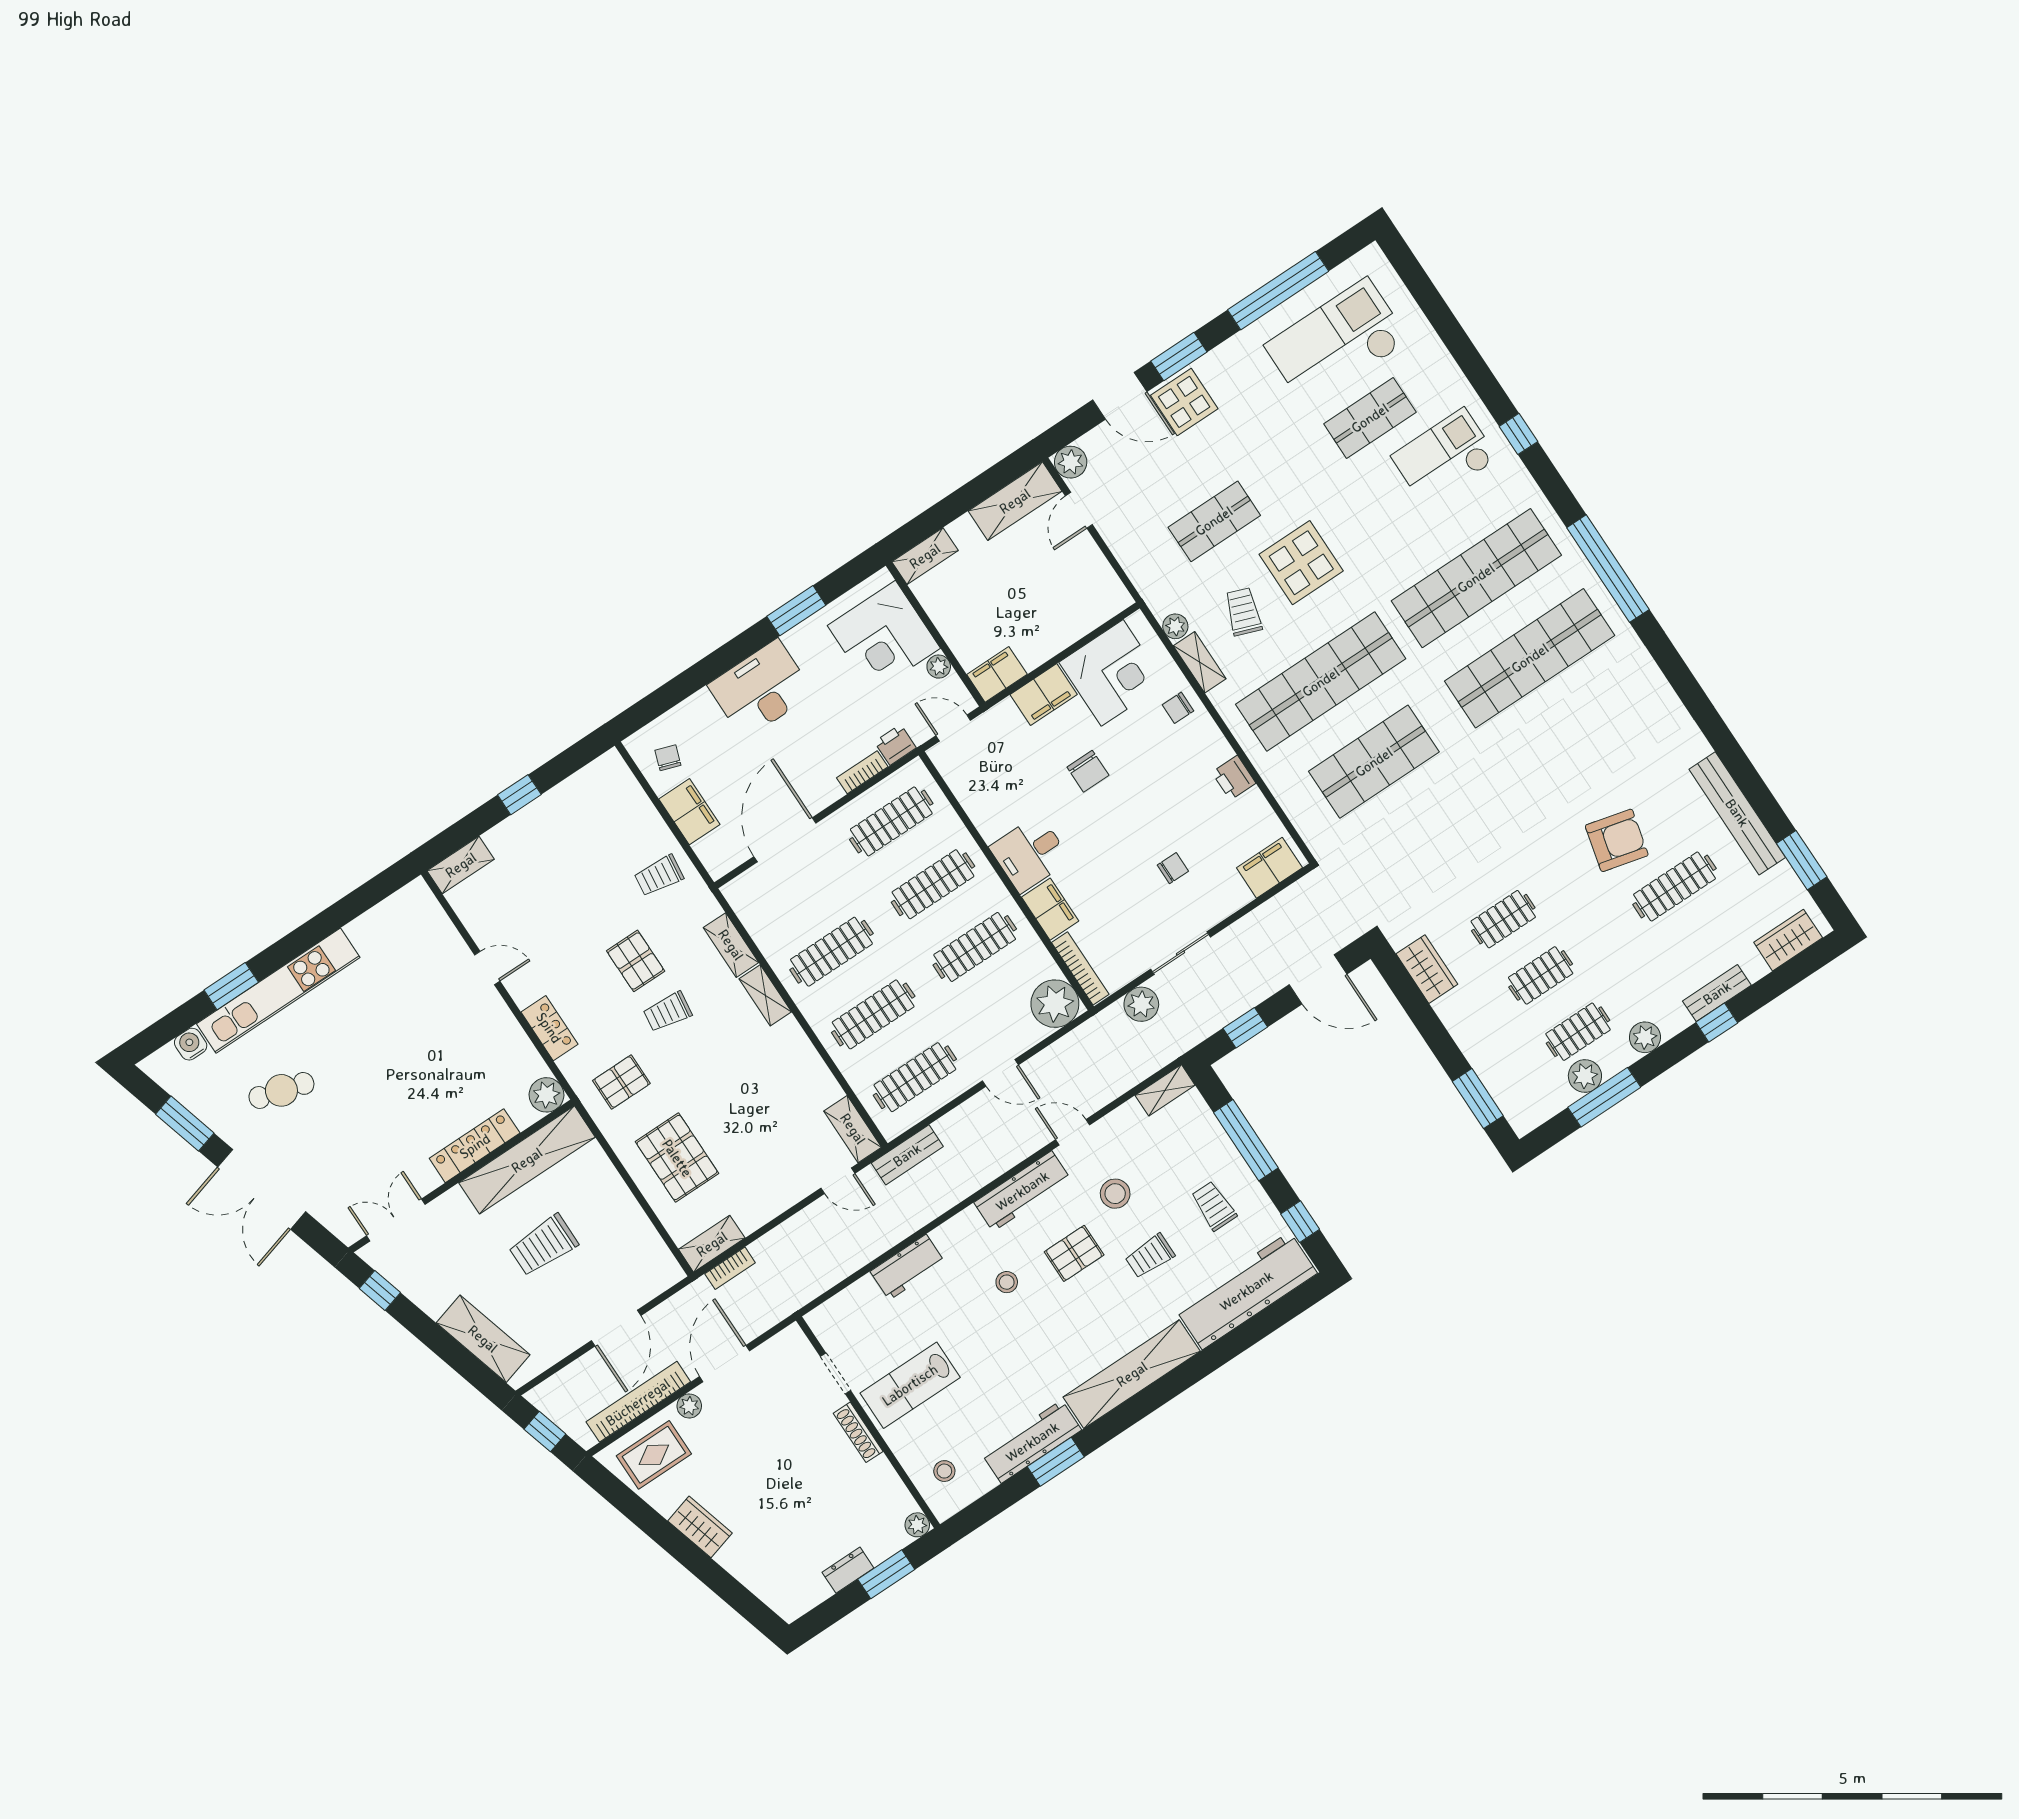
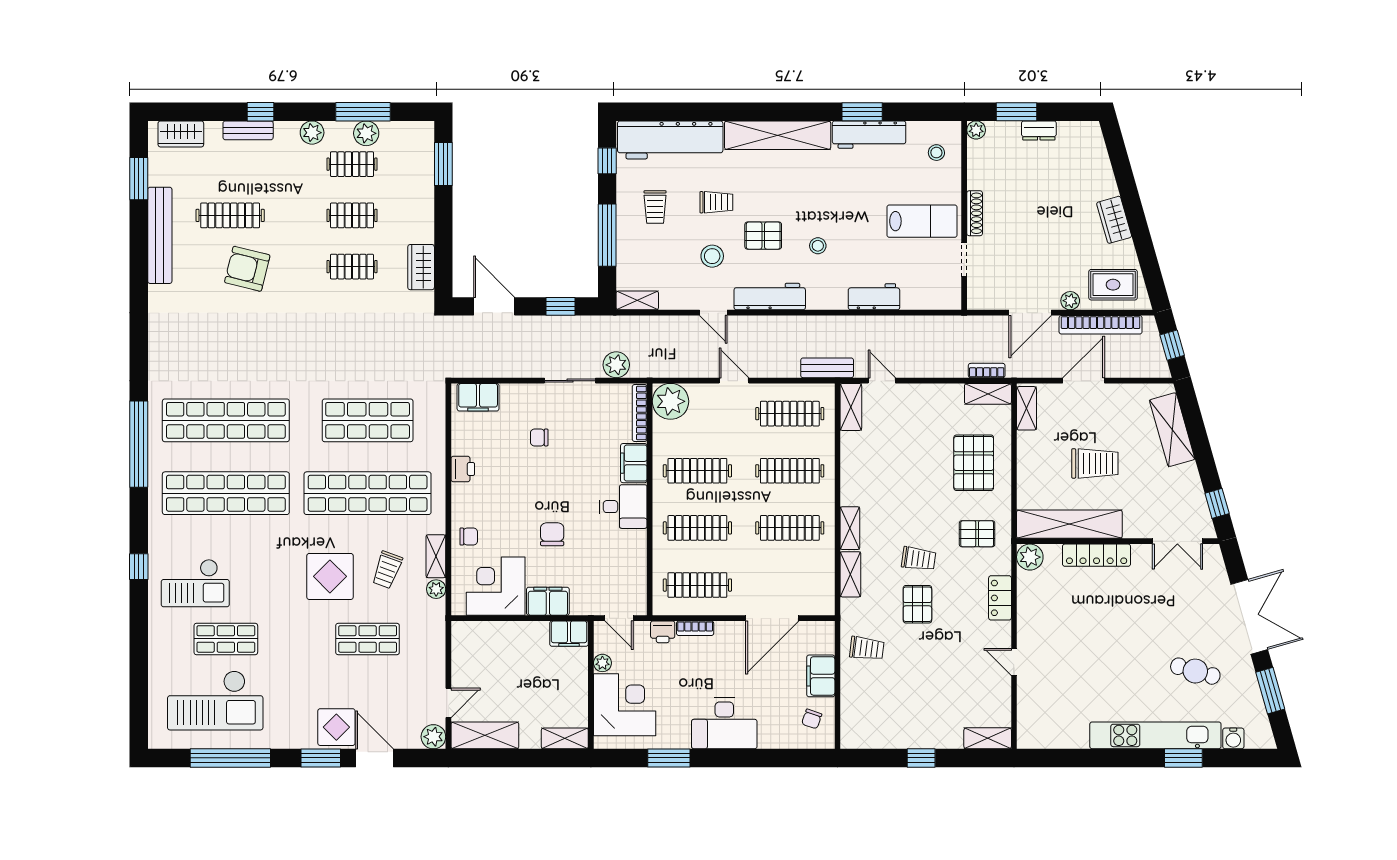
shelving: (659, 1256) -> (1027, 408), added

